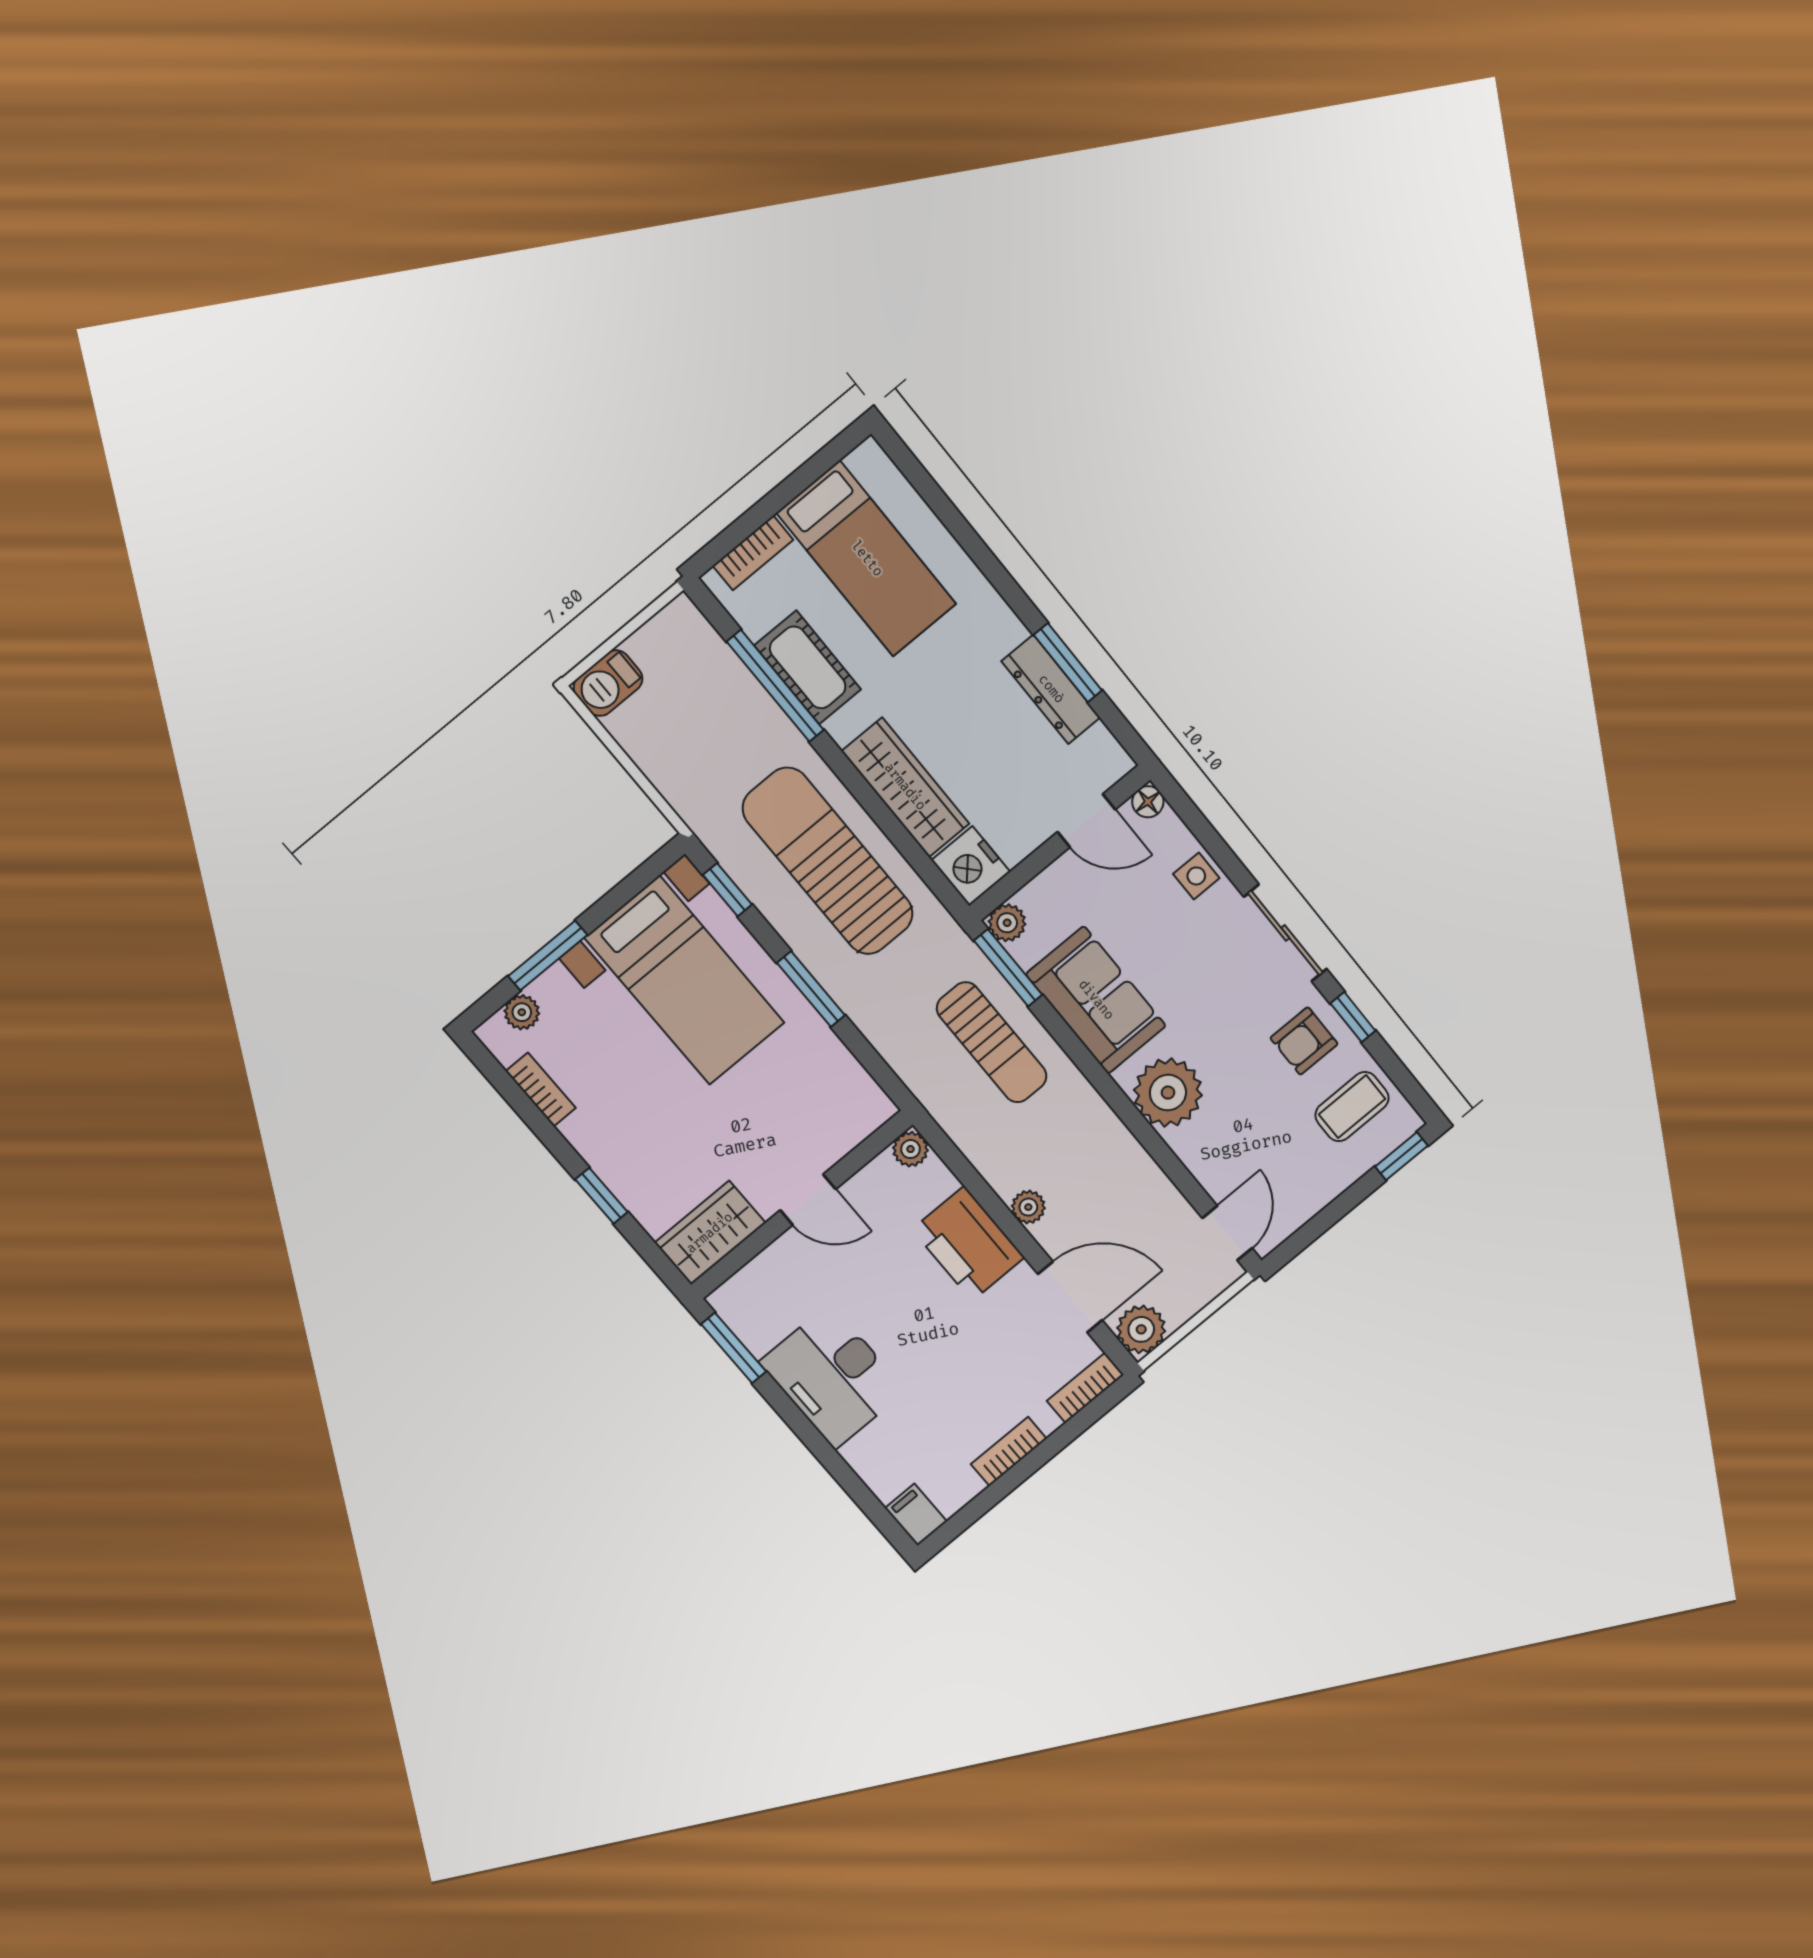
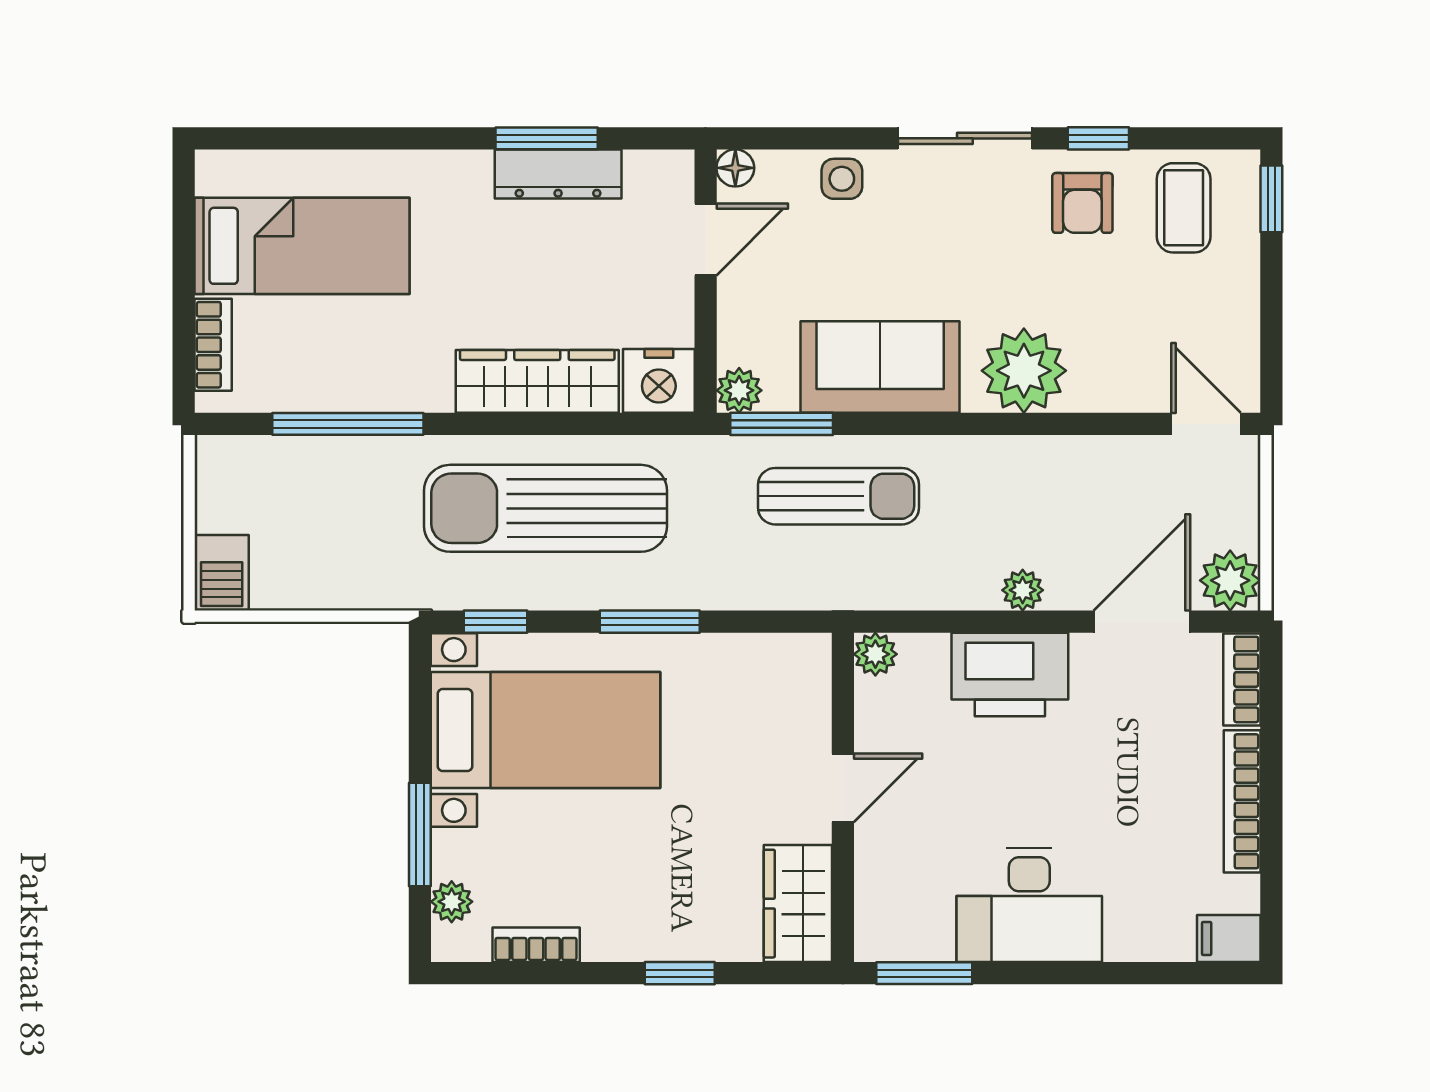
cot: (808, 667) -> (356, 381), removed
bookcase: (1009, 1451) -> (1242, 801), width x1.56

